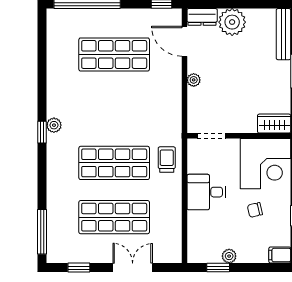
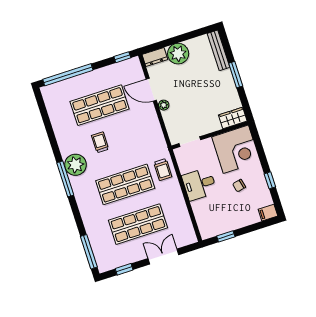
door: (184, 41) -> (151, 90), moved
trolley: (100, 101) -> (100, 142), added
plant: (54, 125) -> (75, 165), width x1.87, depth x1.87
window: (42, 132) -> (65, 179), width x2.17
trolley: (167, 160) -> (163, 170), turned 180
plant: (229, 256) -> (231, 225), removed

